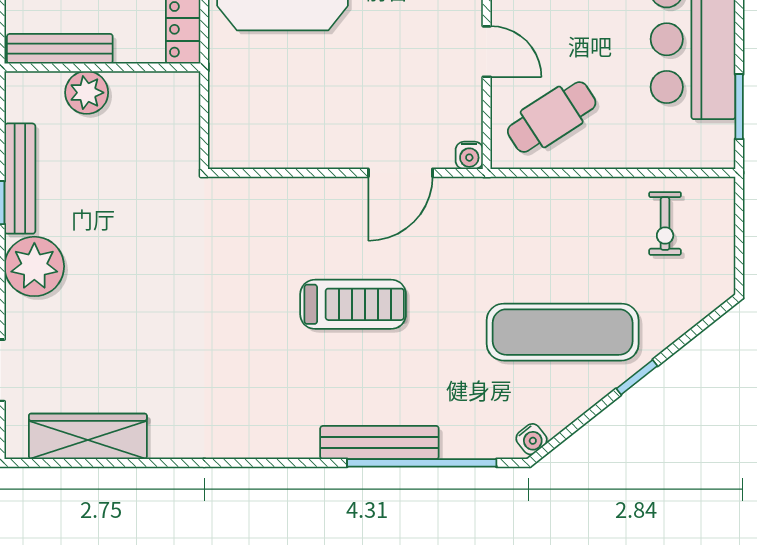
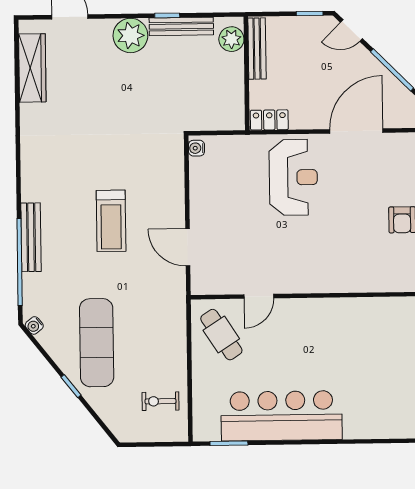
plant: (87, 93) -> (231, 39), moved
water cooler: (469, 155) -> (196, 148), moved

